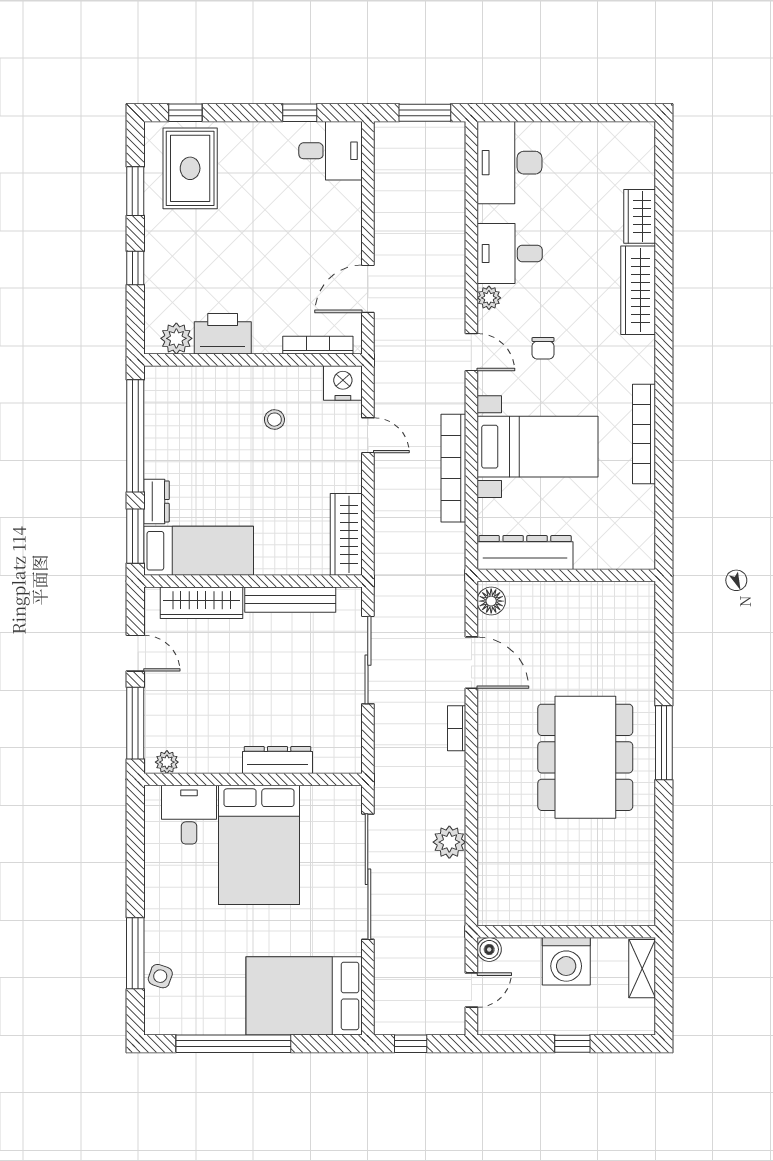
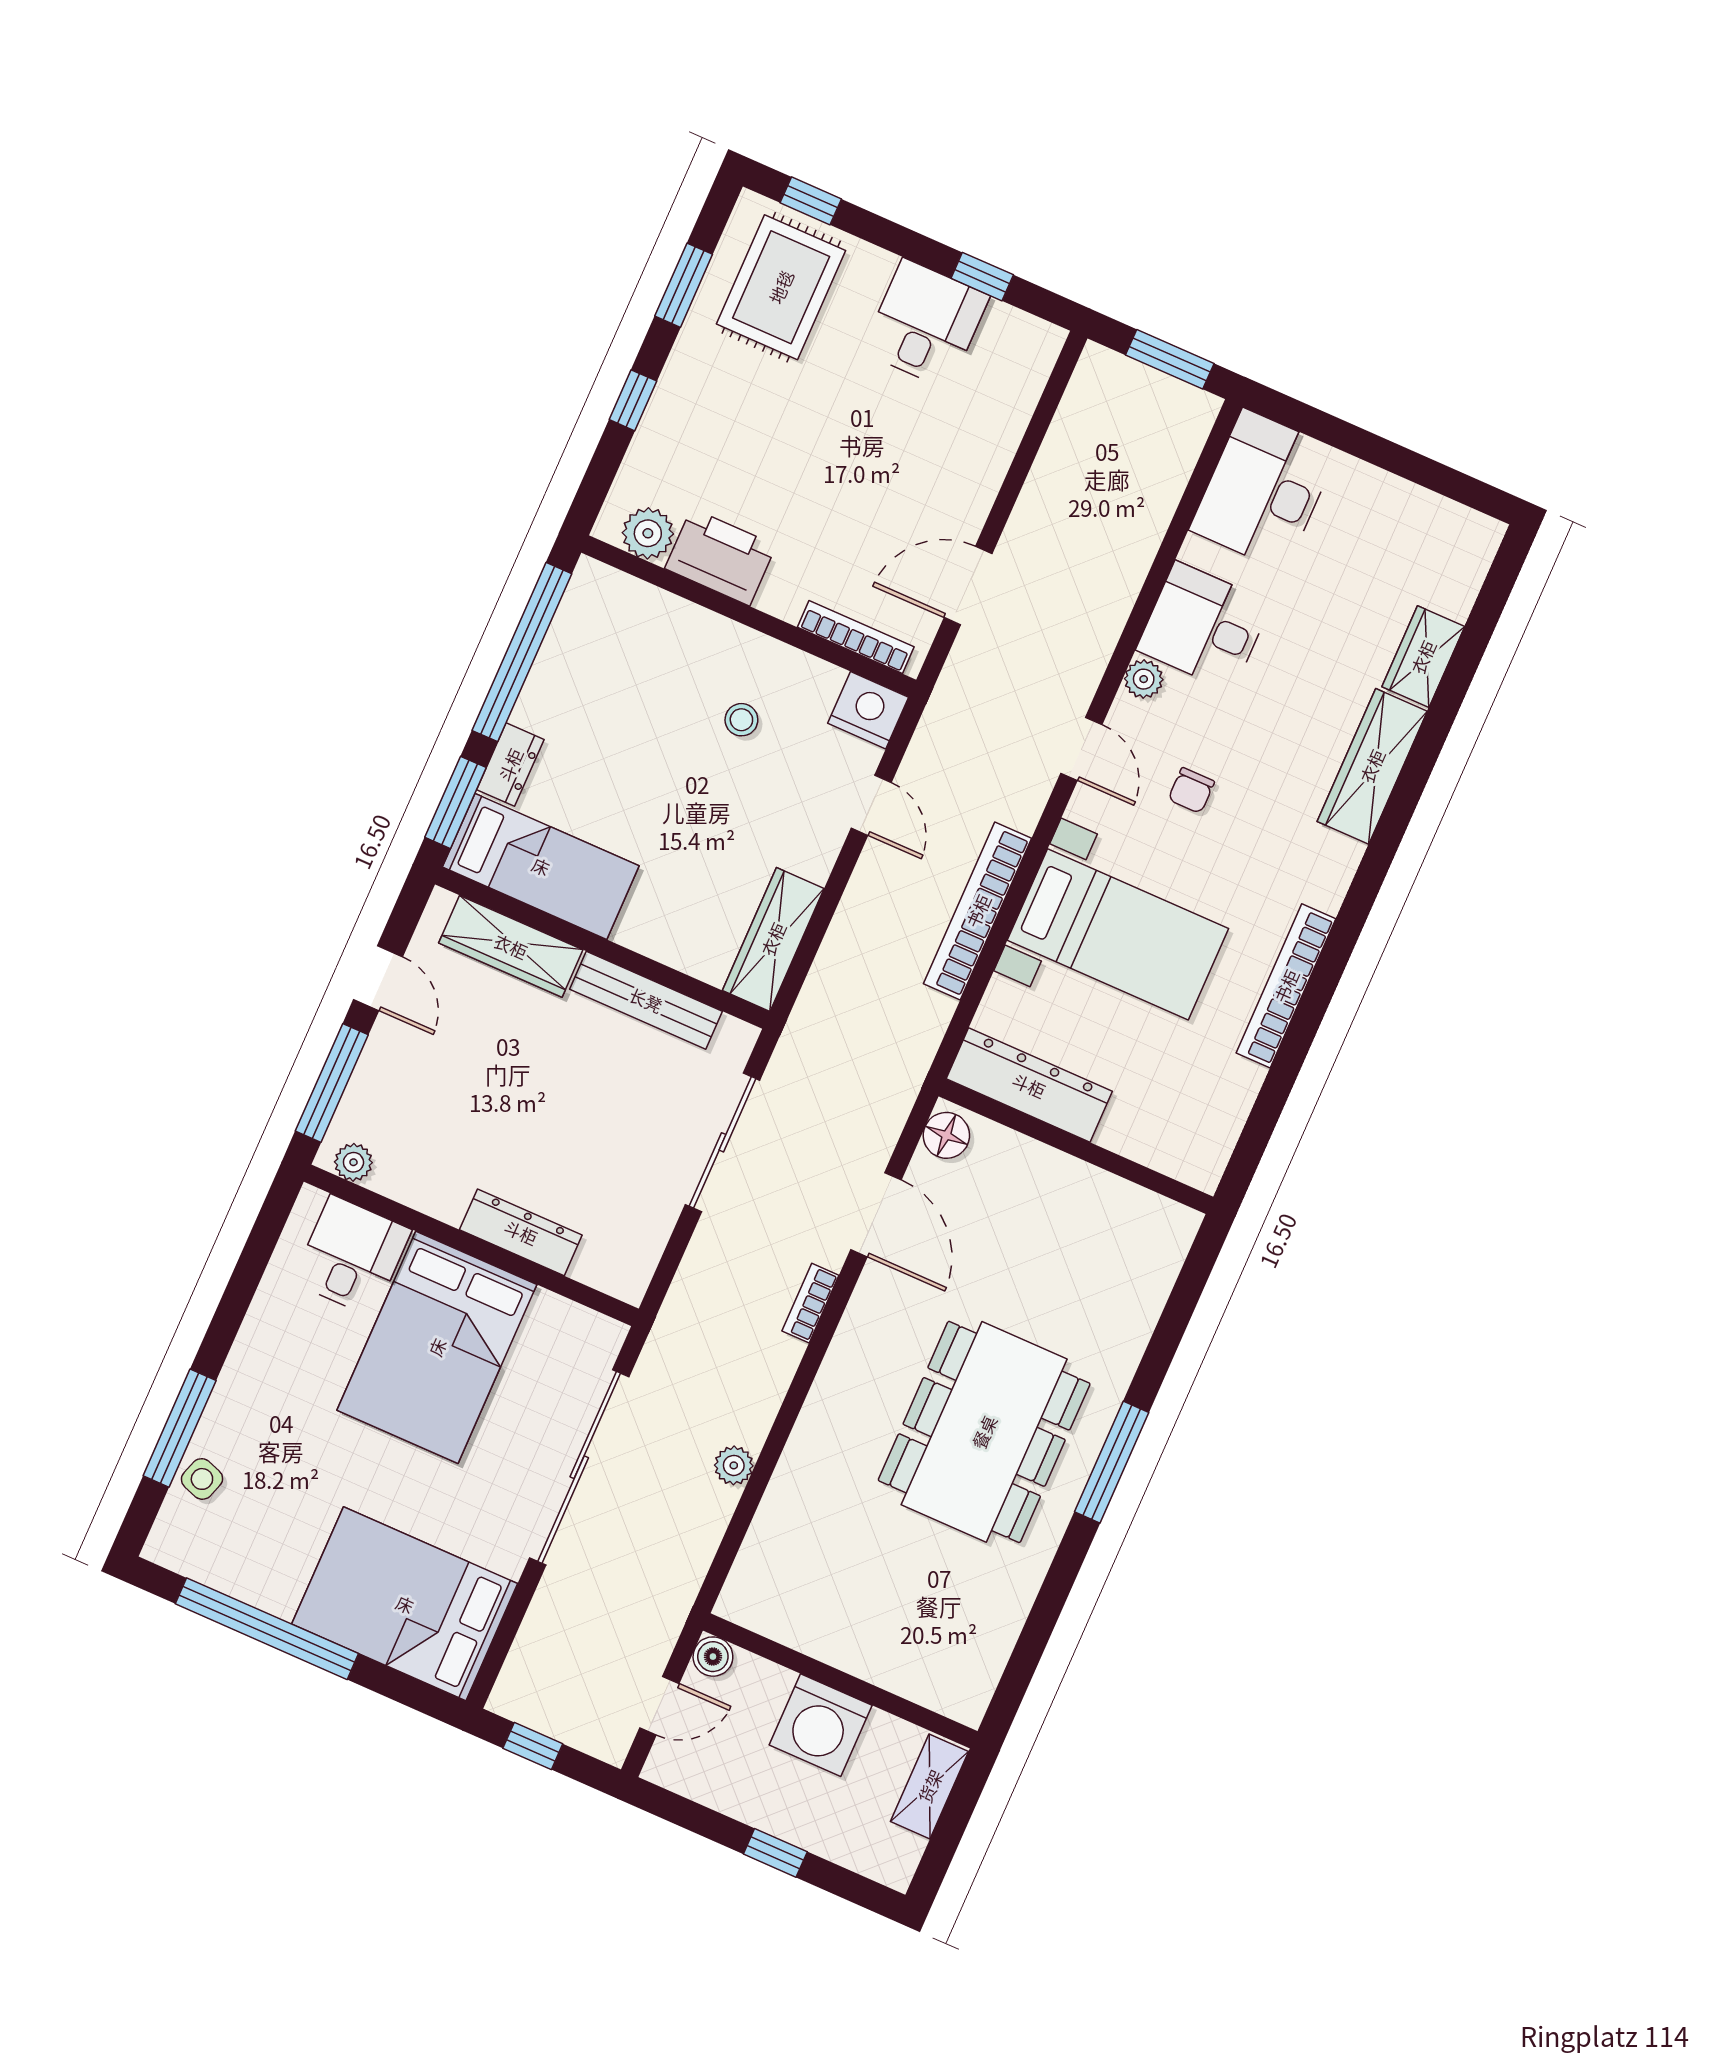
desk: (331, 151) -> (926, 324), moved, turned -90
plant: (449, 842) -> (734, 1465), width x0.73, depth x0.73

